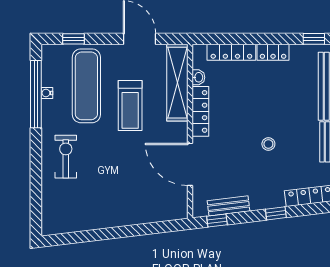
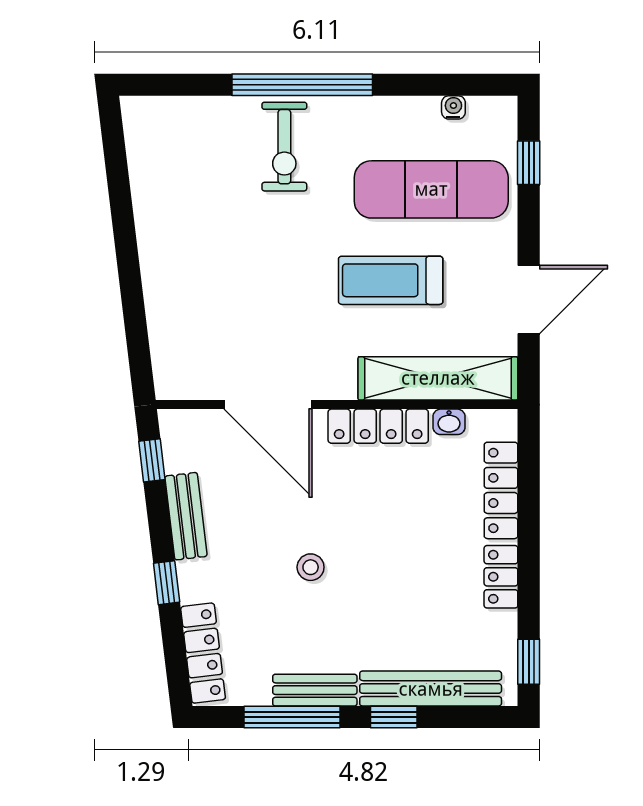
water cooler: (47, 93) -> (453, 107), moved
window: (36, 94) -> (302, 85), moved
exercise bike: (66, 157) -> (284, 147), turned 90
door: (190, 164) -> (268, 405), swing flipped
bench: (228, 206) -> (186, 516), moved

